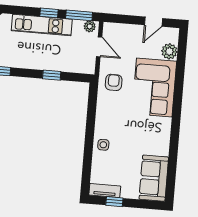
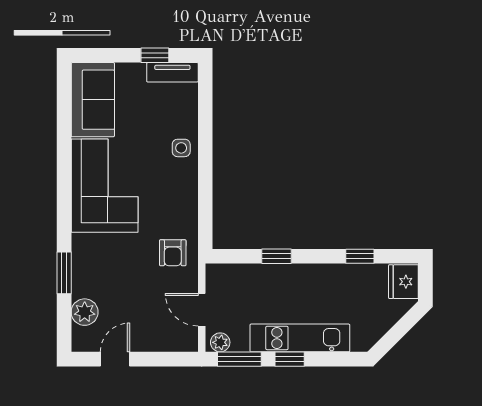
window: (180, 76) -> (64, 273), added
corner sofa: (154, 87) -> (105, 186), moved

